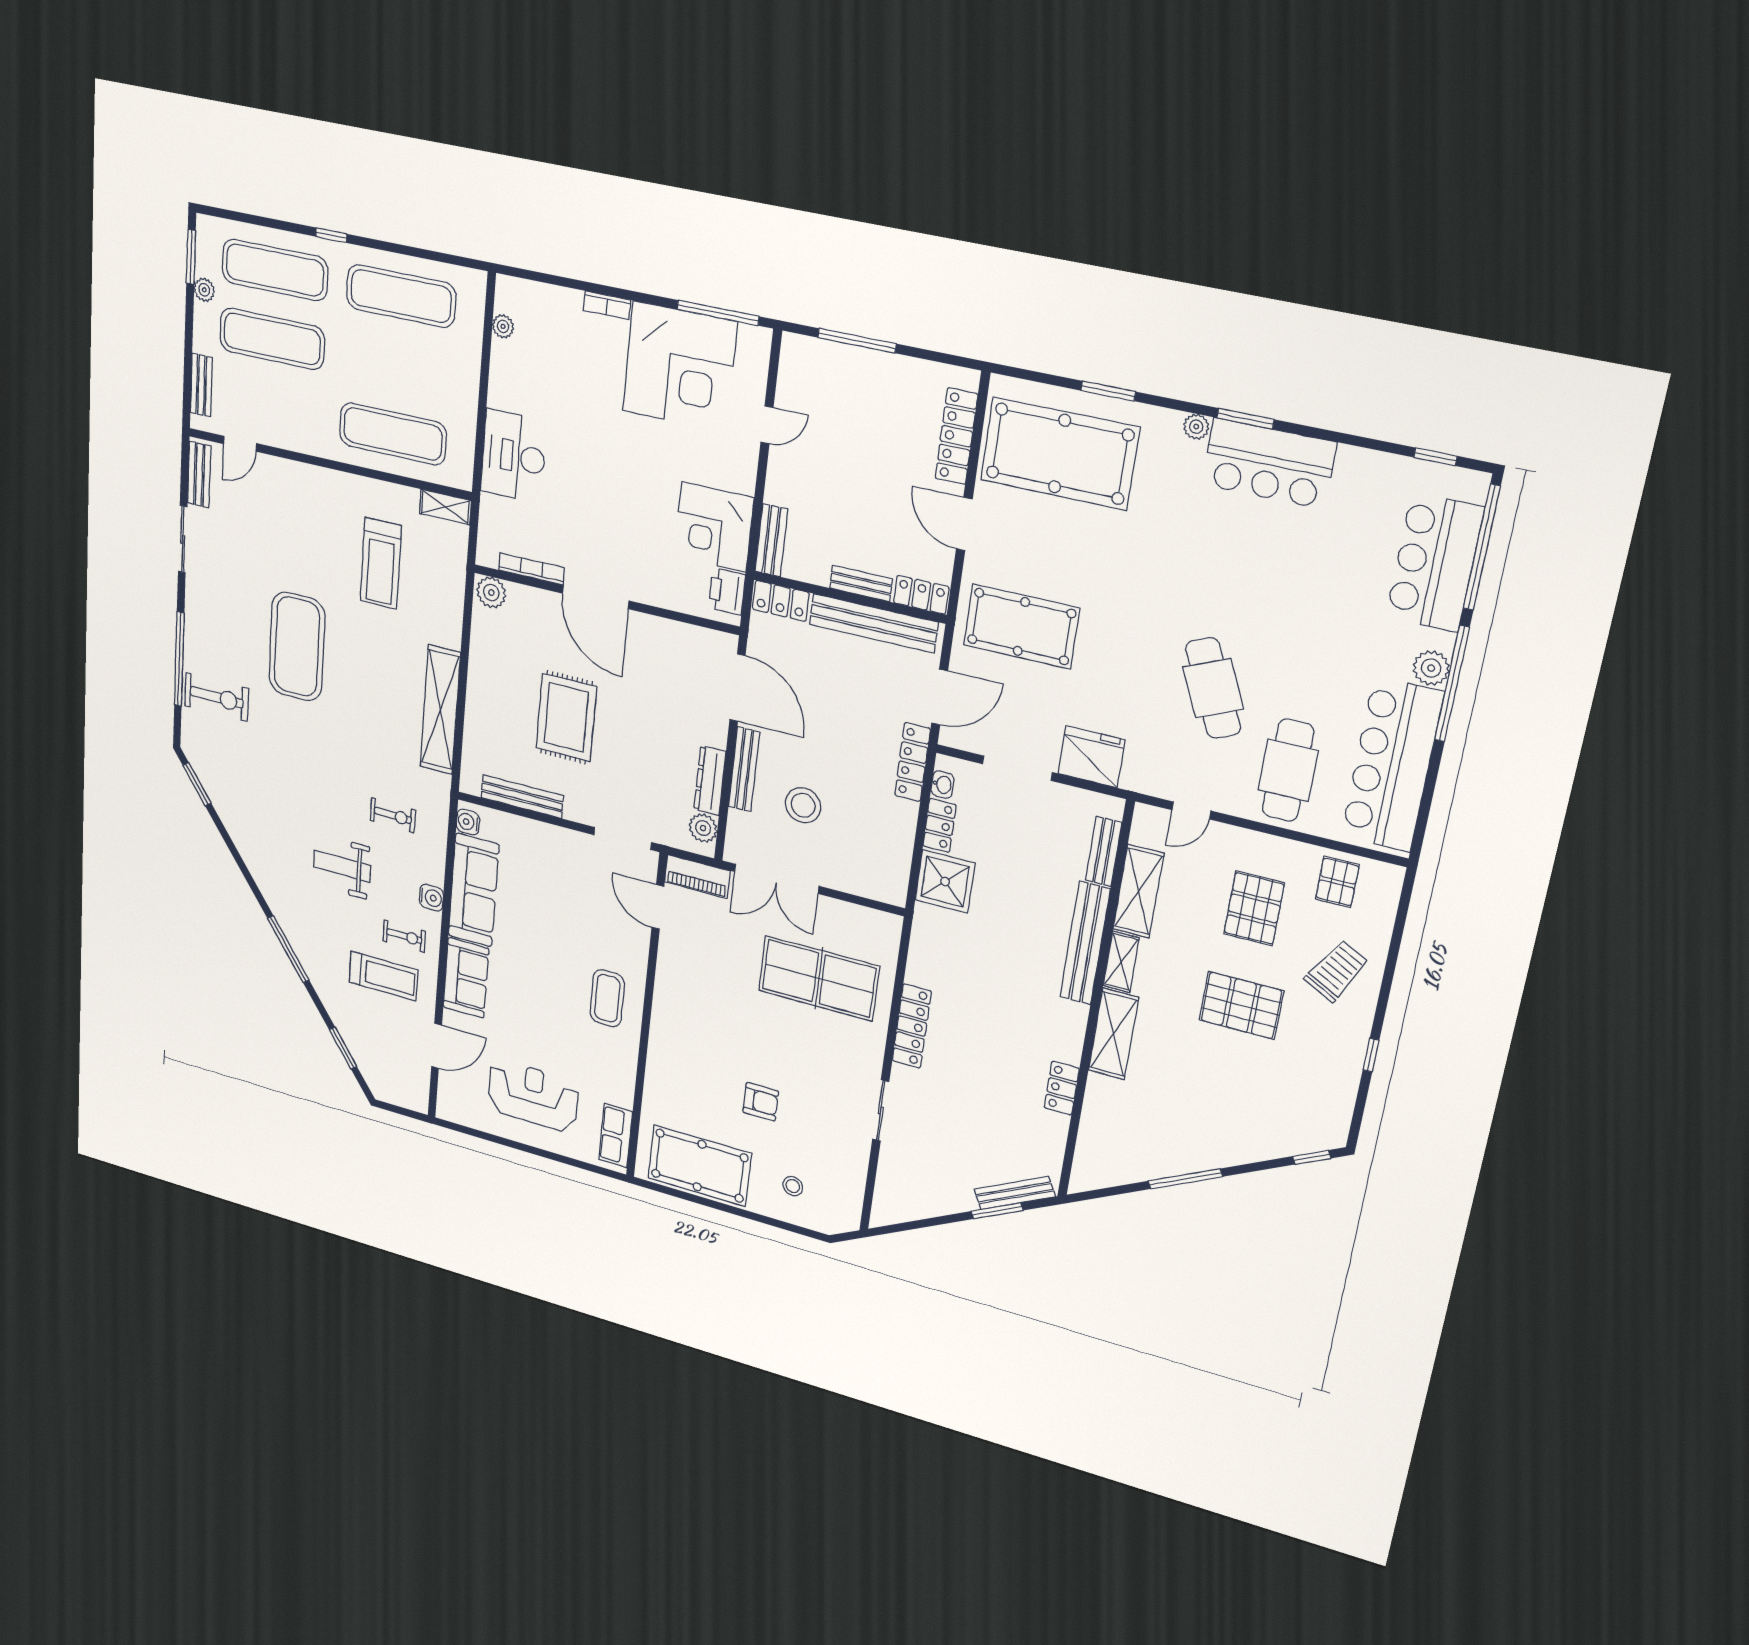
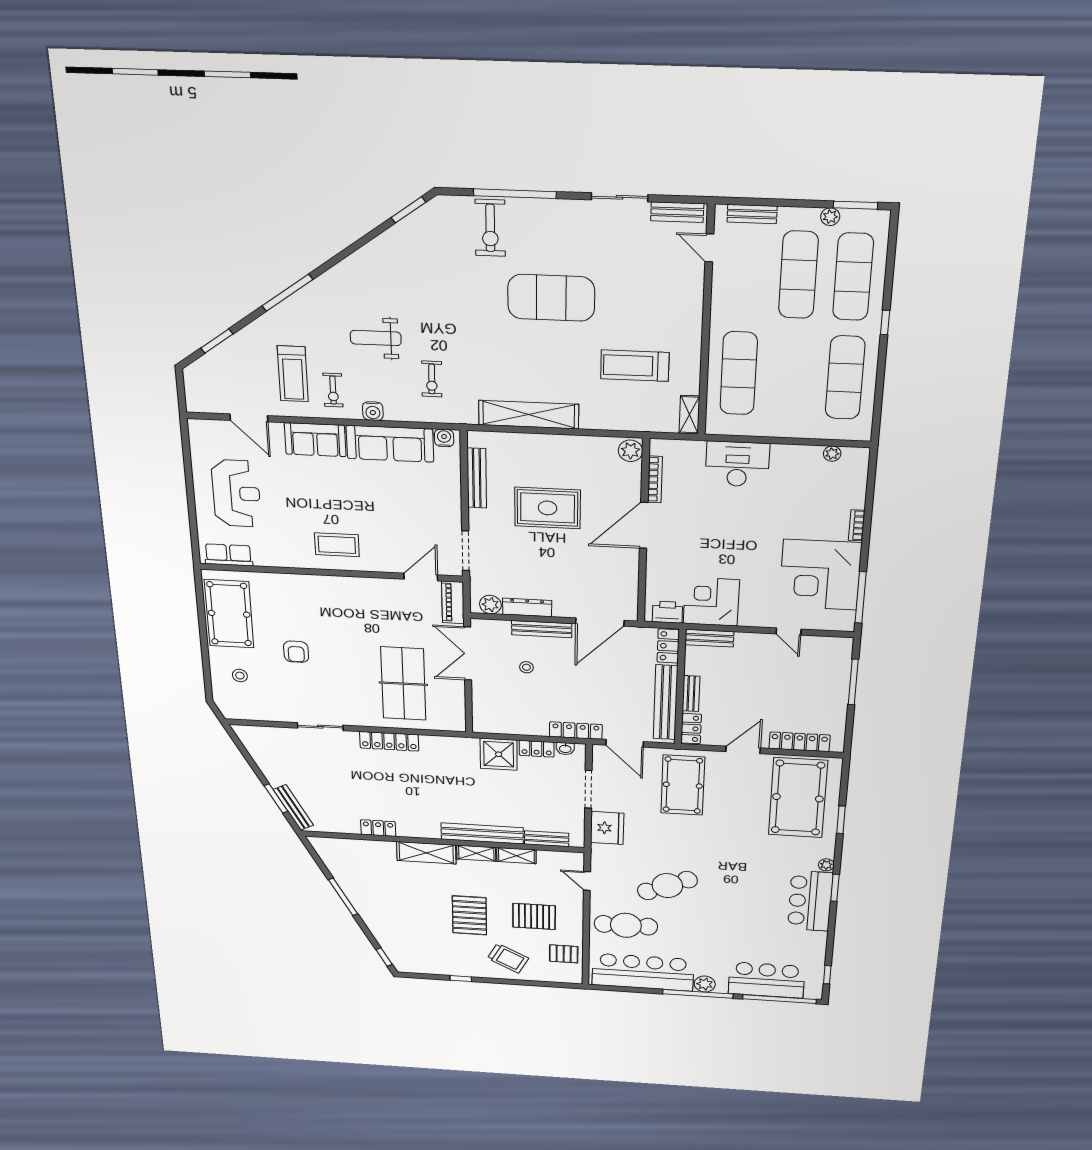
stool: (803, 805) -> (526, 667), width x0.53, depth x0.53
weight bench: (342, 866) -> (376, 338), turned -90
shelving: (1138, 891) -> (516, 856), width x0.67, depth x0.75

